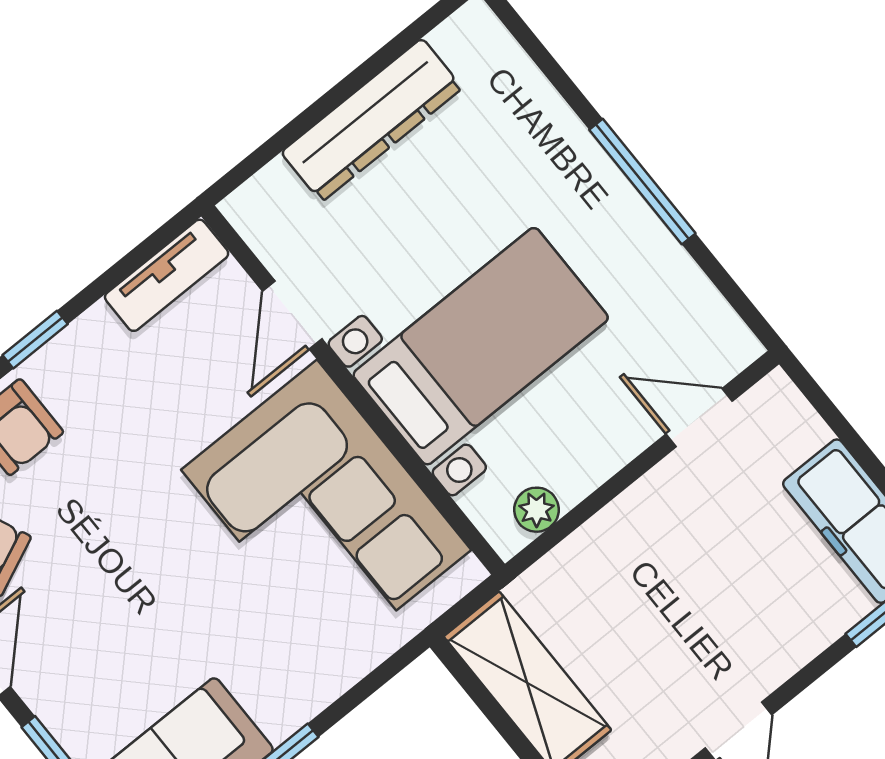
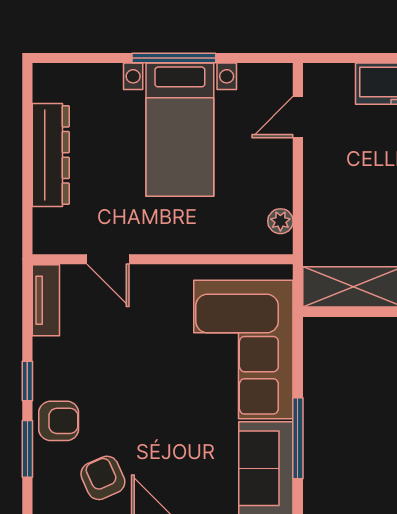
bed with nightstands: (481, 346) -> (180, 130), moved, turned 180
corner sofa: (326, 510) -> (243, 350), moved, turned 90

